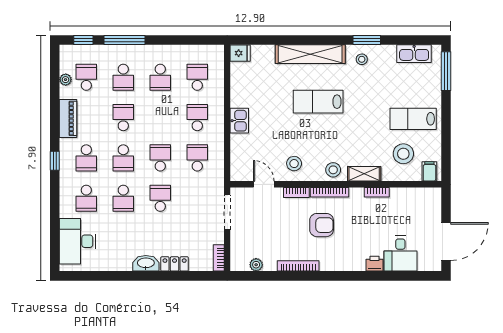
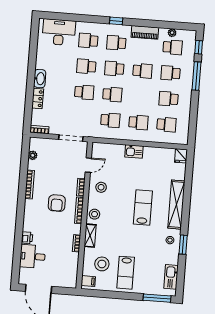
lab bench: (413, 119) -> (126, 273), turned 180

